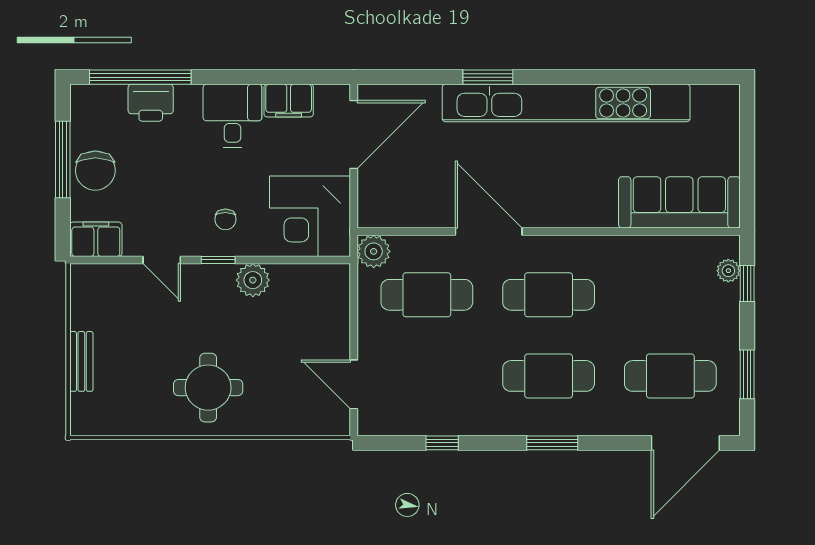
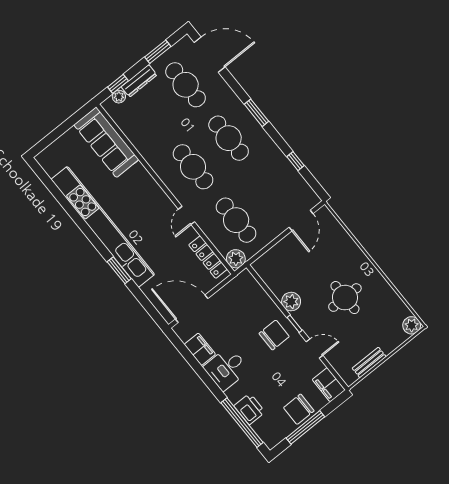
chair: (95, 171) -> (299, 409), turned 180
locker: (407, 215) -> (208, 257), added
corner desk: (310, 216) -> (243, 299), removed
chair: (225, 219) -> (274, 335), width x1.87, depth x1.87
door: (489, 232) -> (187, 215), width x0.53
door: (162, 260) -> (314, 349), hinge flipped
dresser: (728, 316) -> (139, 81), added
bench: (81, 361) -> (369, 362), moved
round table: (208, 388) -> (345, 298), moved
plant: (85, 420) -> (412, 325), added

